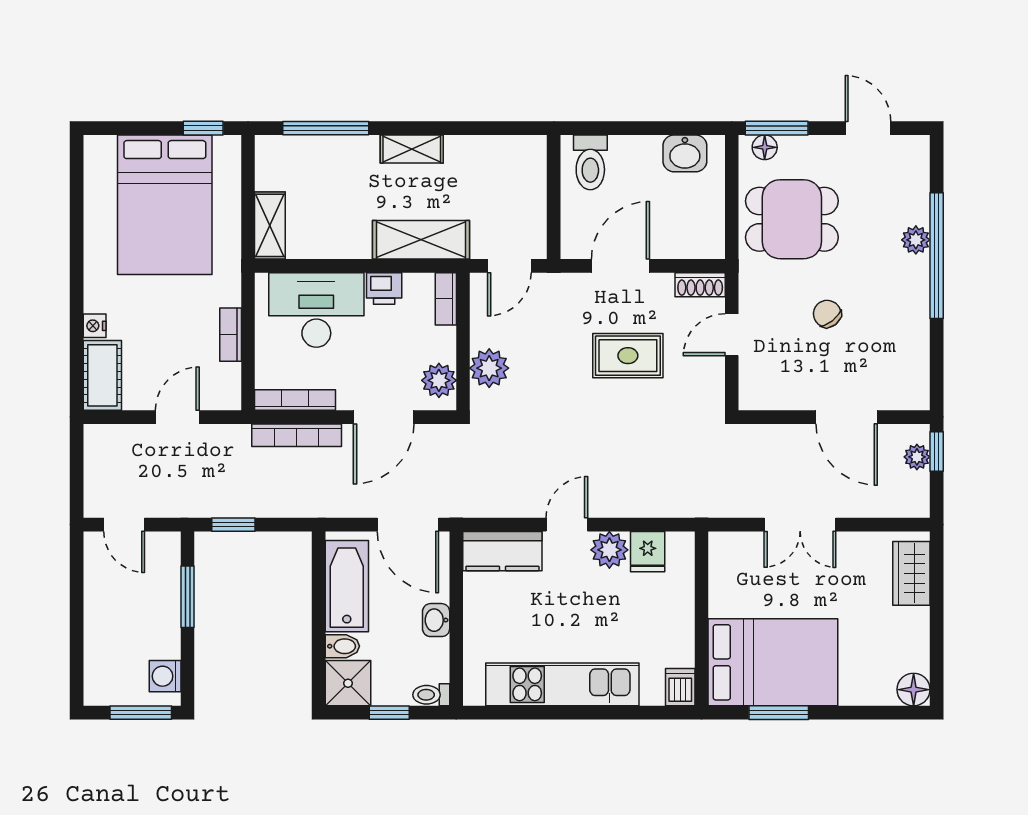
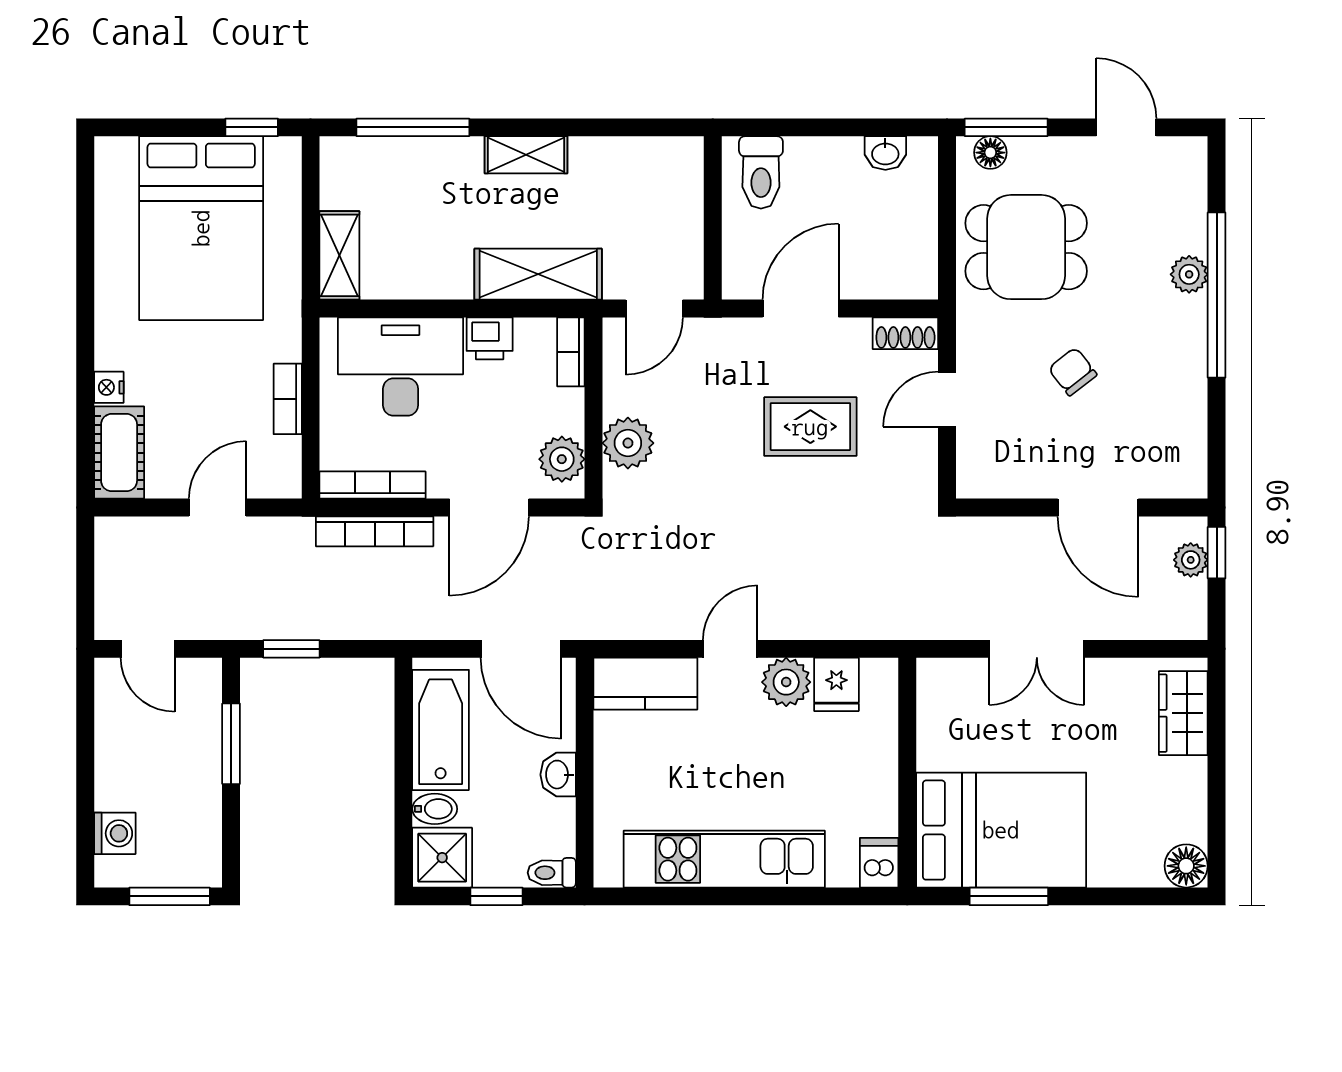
washbasin: (685, 153) -> (885, 153), width x0.72, depth x0.69
washing machine: (165, 676) -> (115, 833), moved, turned 180

